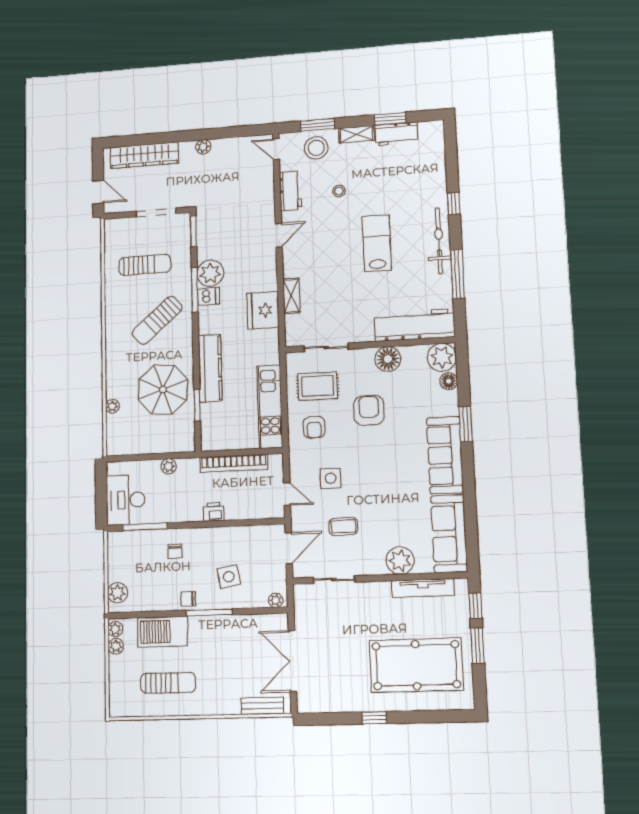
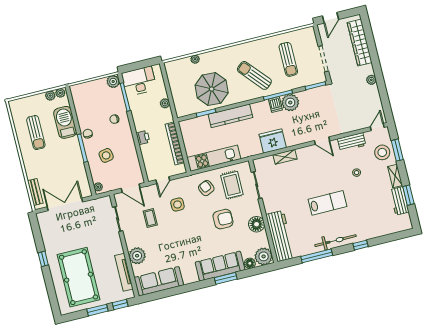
armchair: (314, 427) -> (206, 188), turned 66
sofa: (445, 455) -> (220, 266), moved
plant: (117, 593) -> (113, 82), moved

